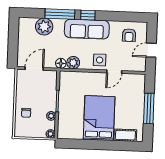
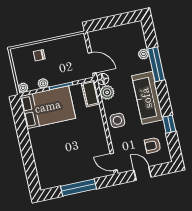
window: (88, 15) -> (169, 124), moved
plant: (44, 27) -> (143, 54), width x0.53, depth x0.53
door: (34, 69) -> (92, 63), moved
door: (114, 72) -> (114, 162), moved
bed: (99, 118) -> (48, 107), moved
cot: (125, 135) -> (90, 93), moved

